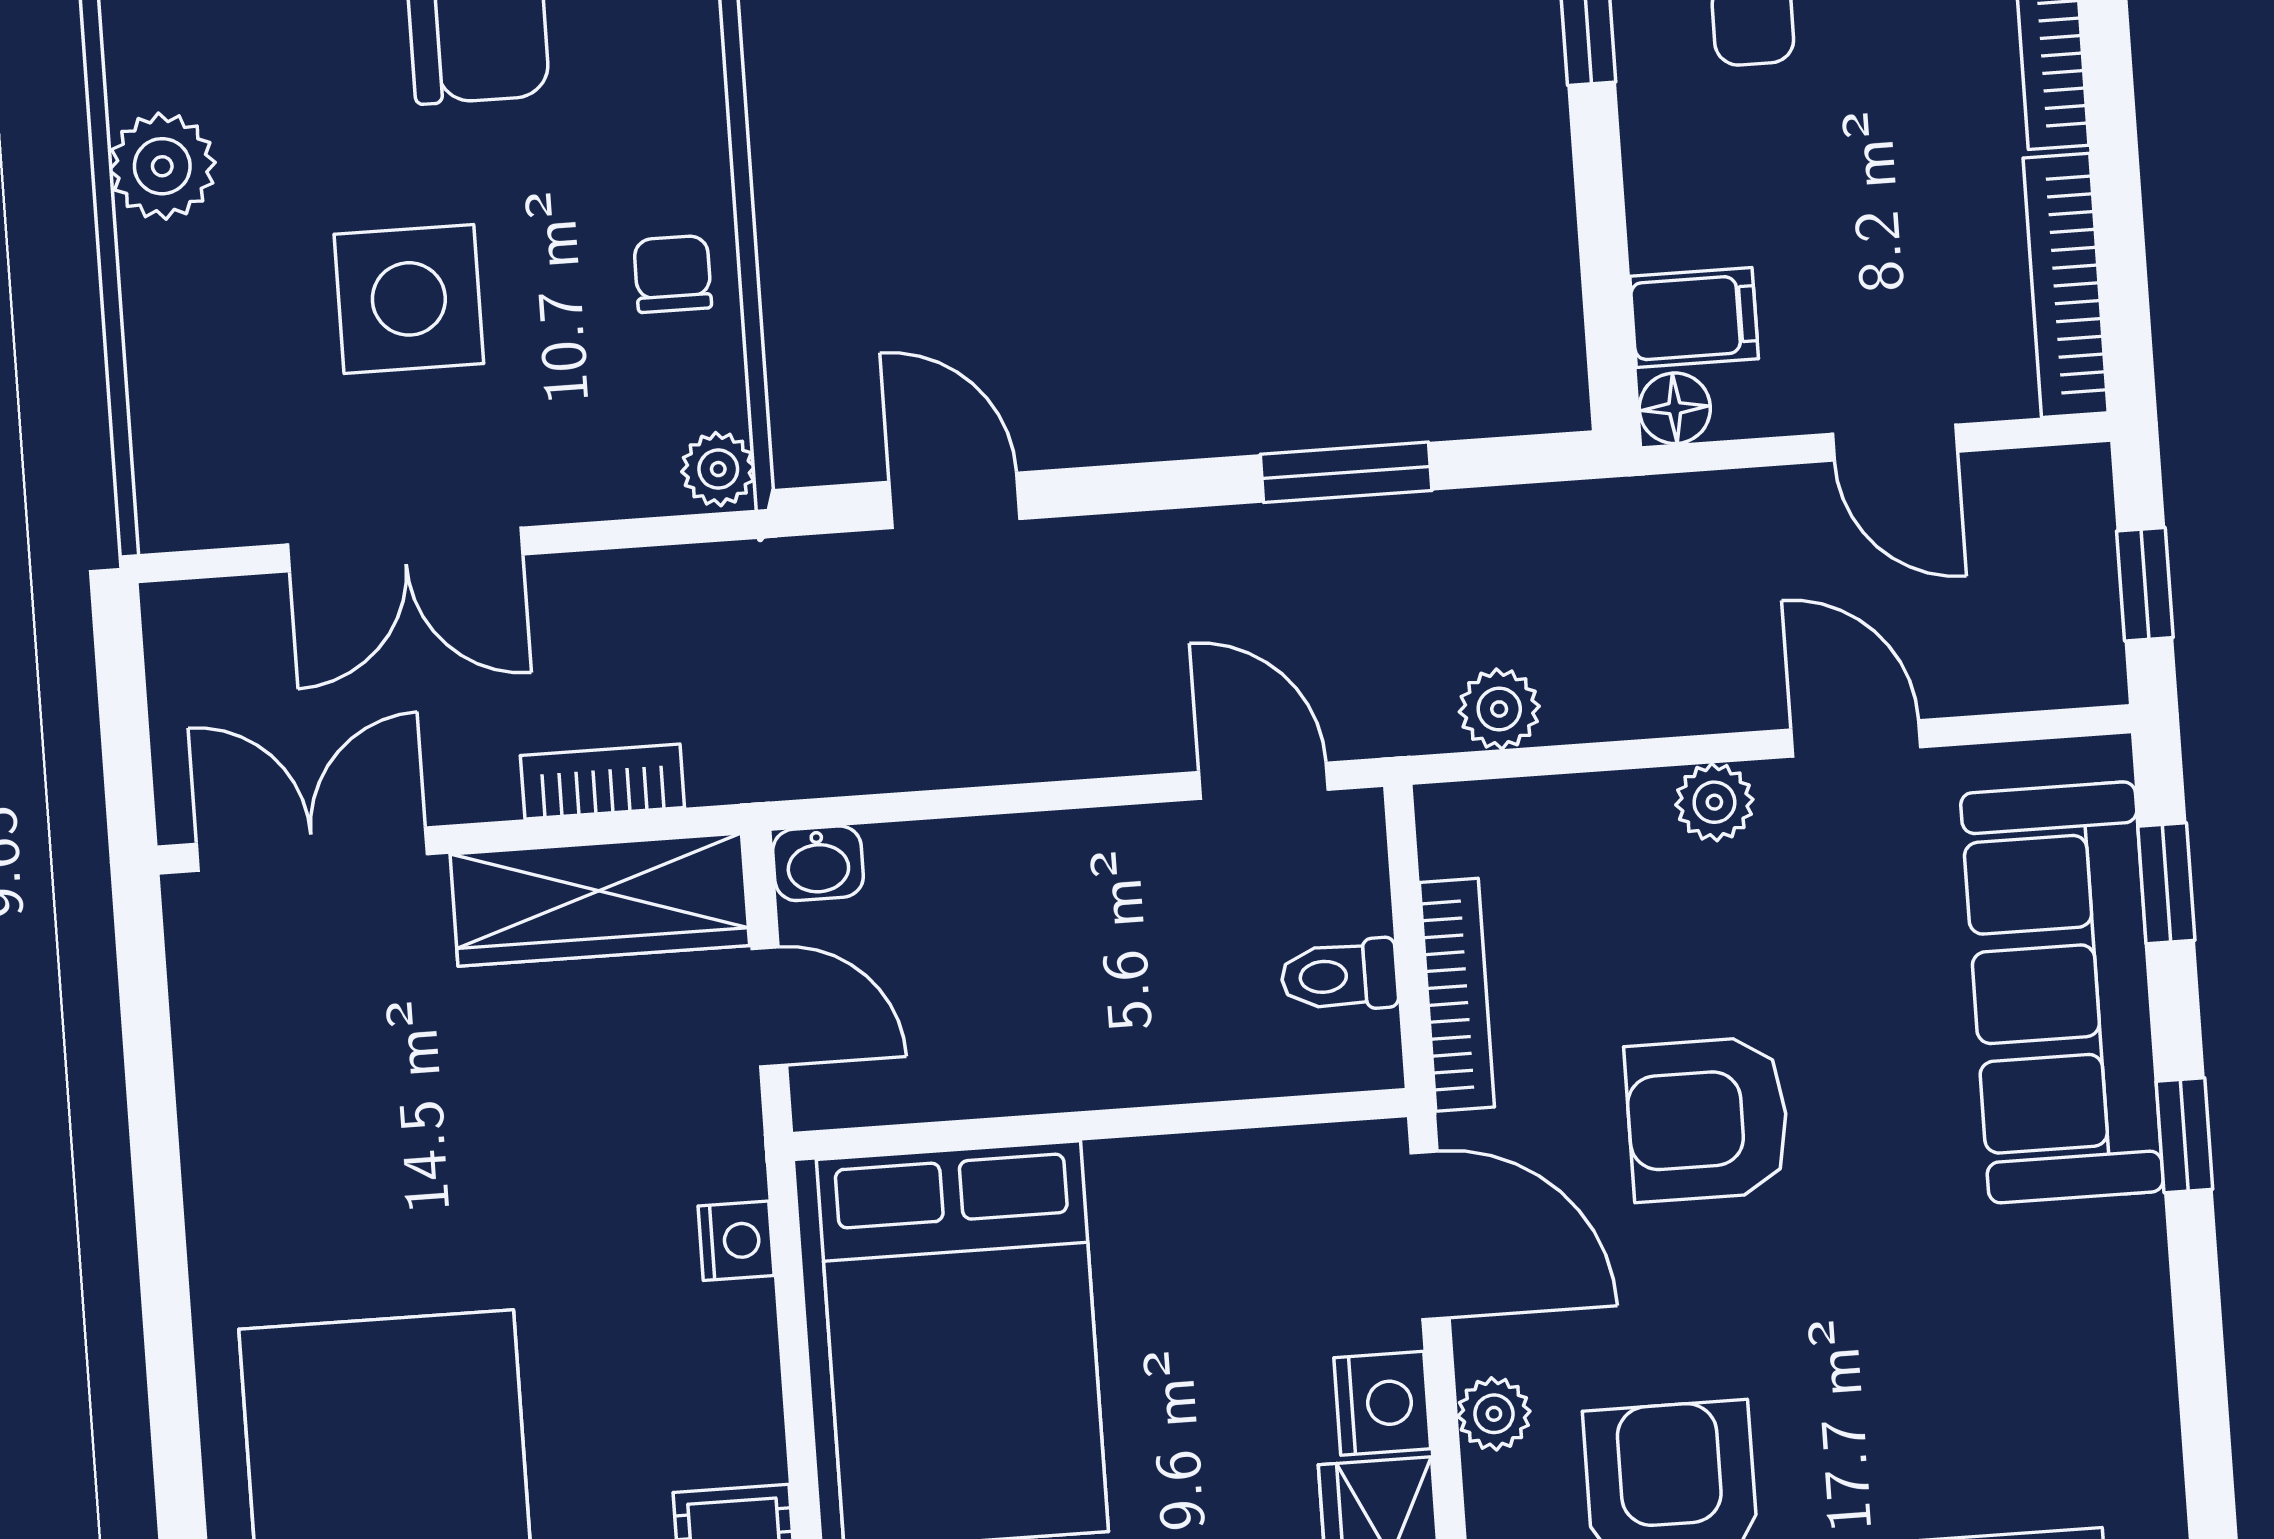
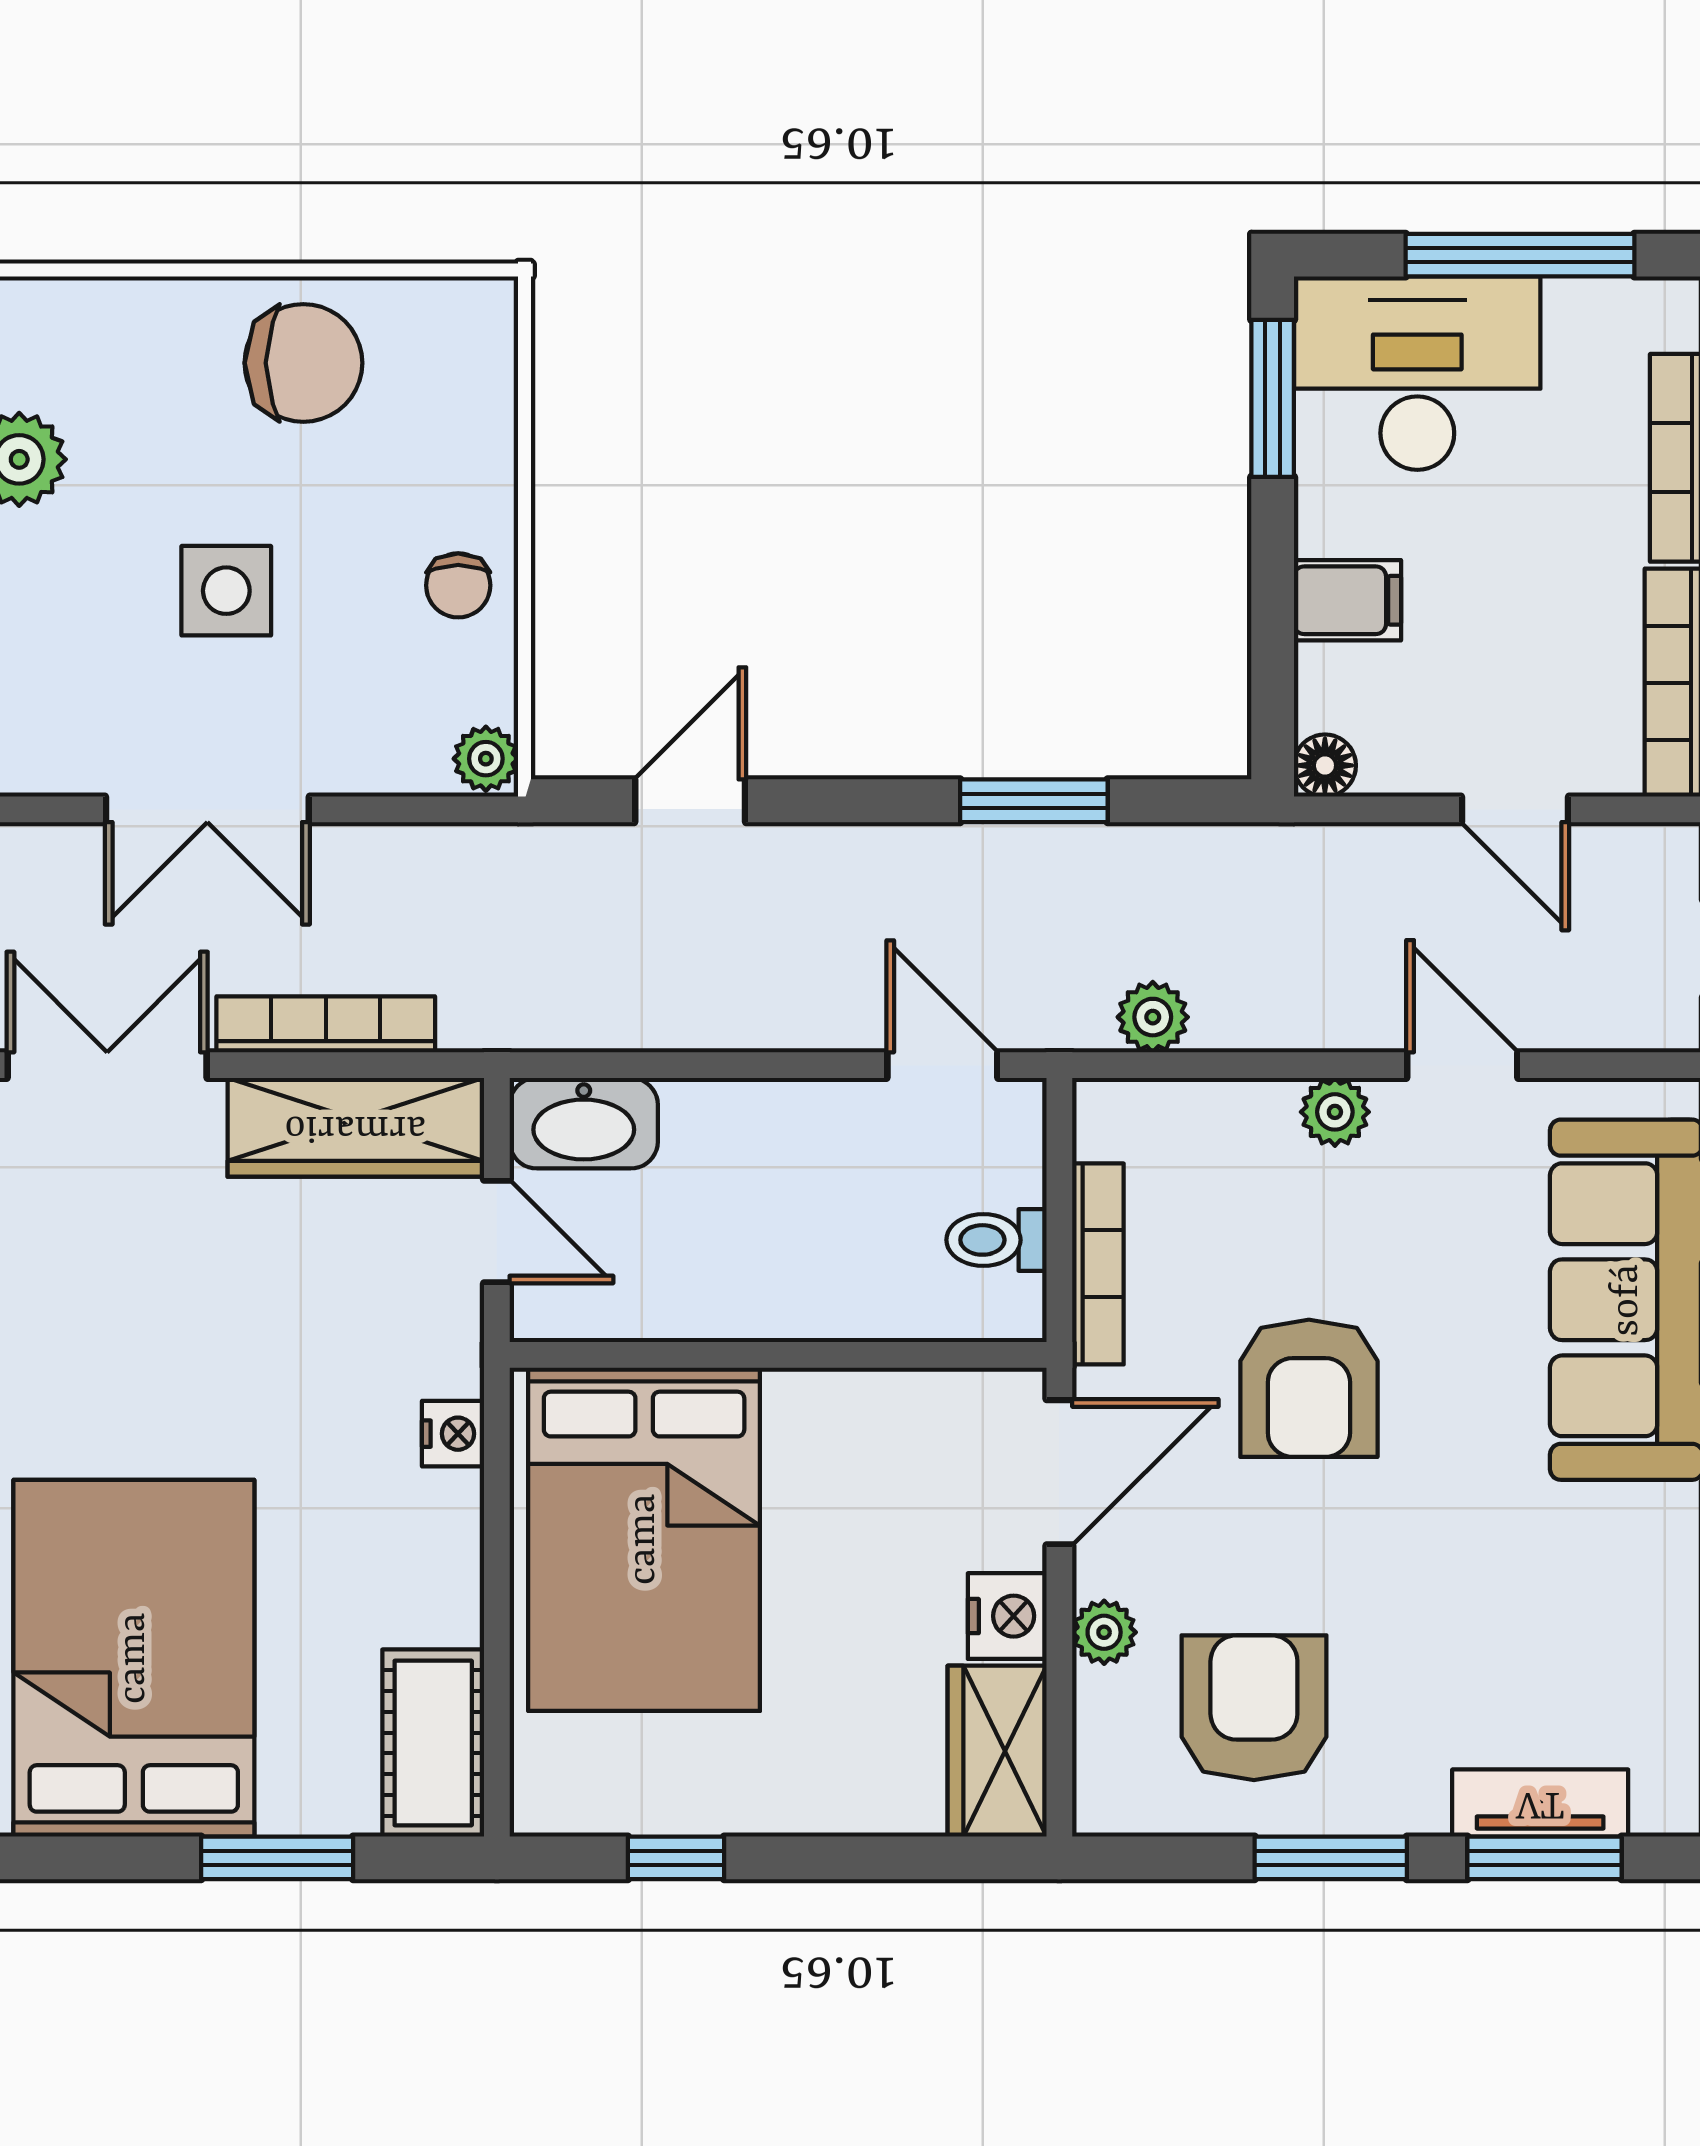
chair: (673, 274) -> (458, 585), turned 180
side table: (409, 299) -> (226, 591), width x0.73, depth x0.73
filing cabinet: (1694, 318) -> (1347, 600), moved
door: (955, 500) -> (690, 801), hinge flipped
bookcase: (602, 782) -> (326, 1024), width x1.56
washbasin: (818, 863) -> (584, 1123), width x1.91, depth x1.45
armchair: (1707, 1119) -> (1309, 1388), turned -90
door: (1430, 1235) -> (1059, 1472), hinge flipped

